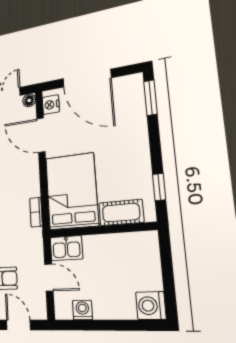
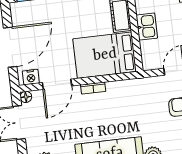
bookcase: (36, 212) -> (93, 88), moved
kitchen sink: (66, 248) -> (147, 27), moved

